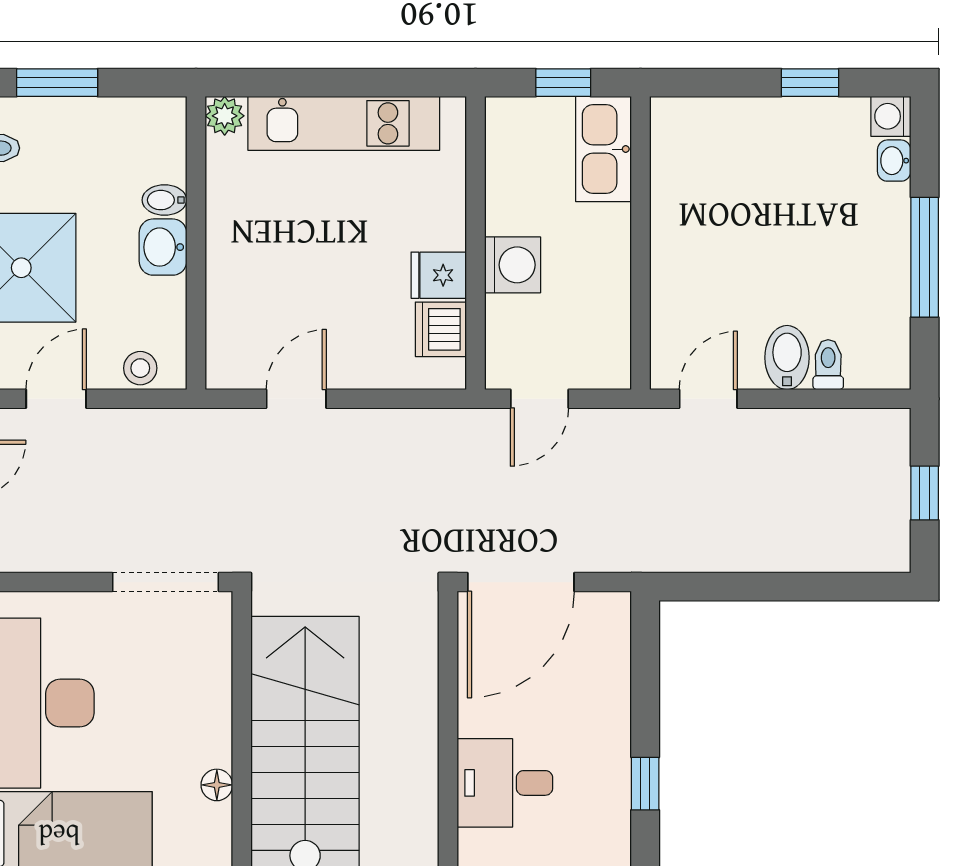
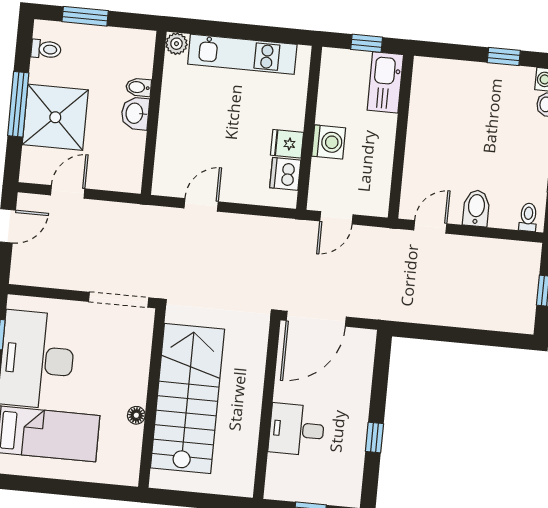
toilet: (828, 365) -> (528, 217), moved
stool: (140, 368) -> (116, 179), removed

